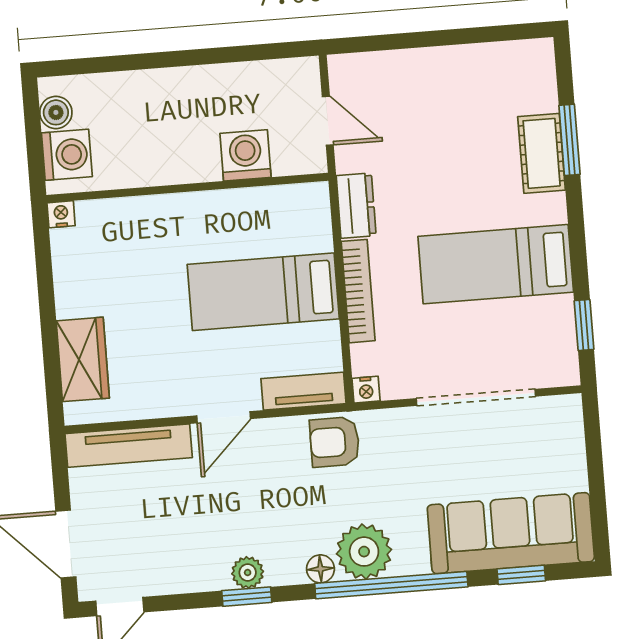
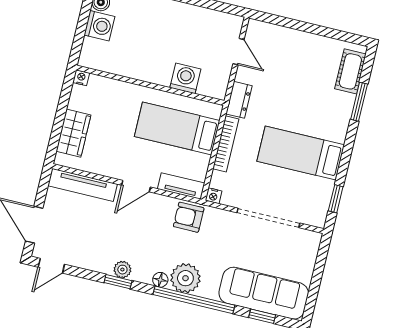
cot: (542, 153) -> (350, 71), moved
washing machine: (245, 155) -> (185, 78), moved
wall: (187, 188) -> (150, 85), moved
nightstand: (61, 214) -> (81, 78), moved

